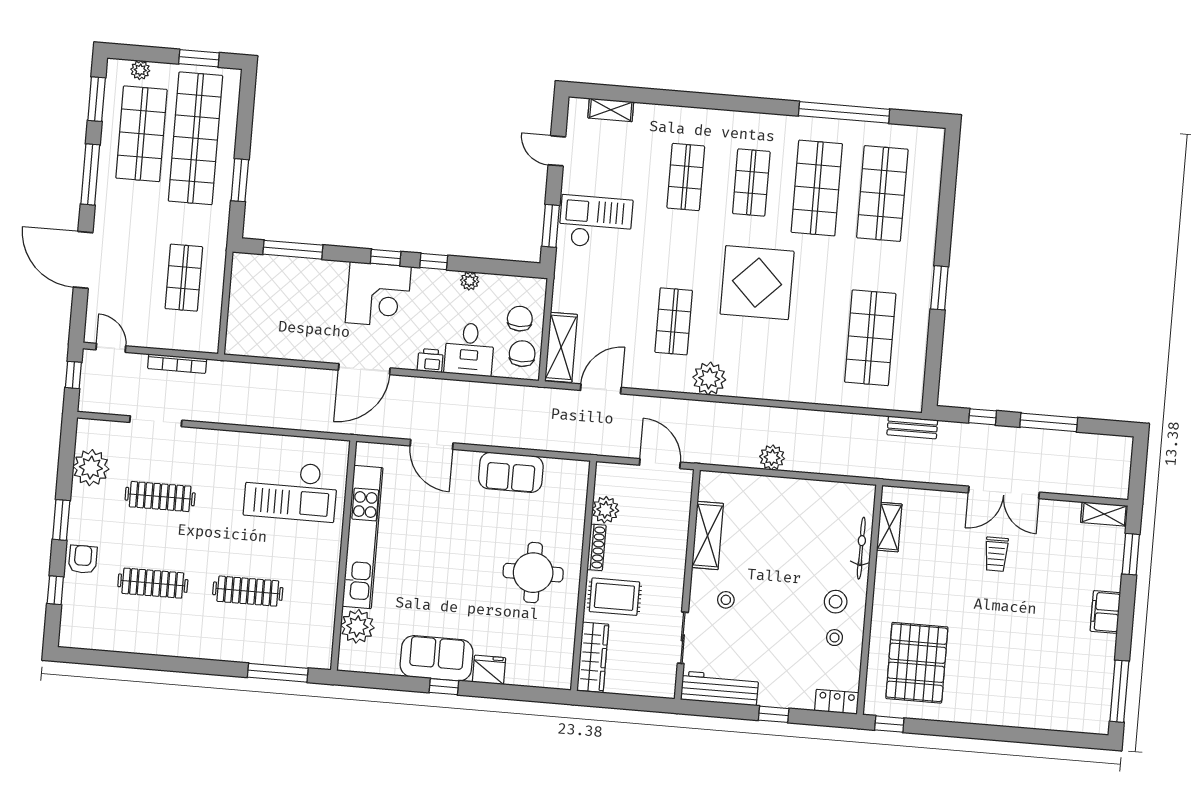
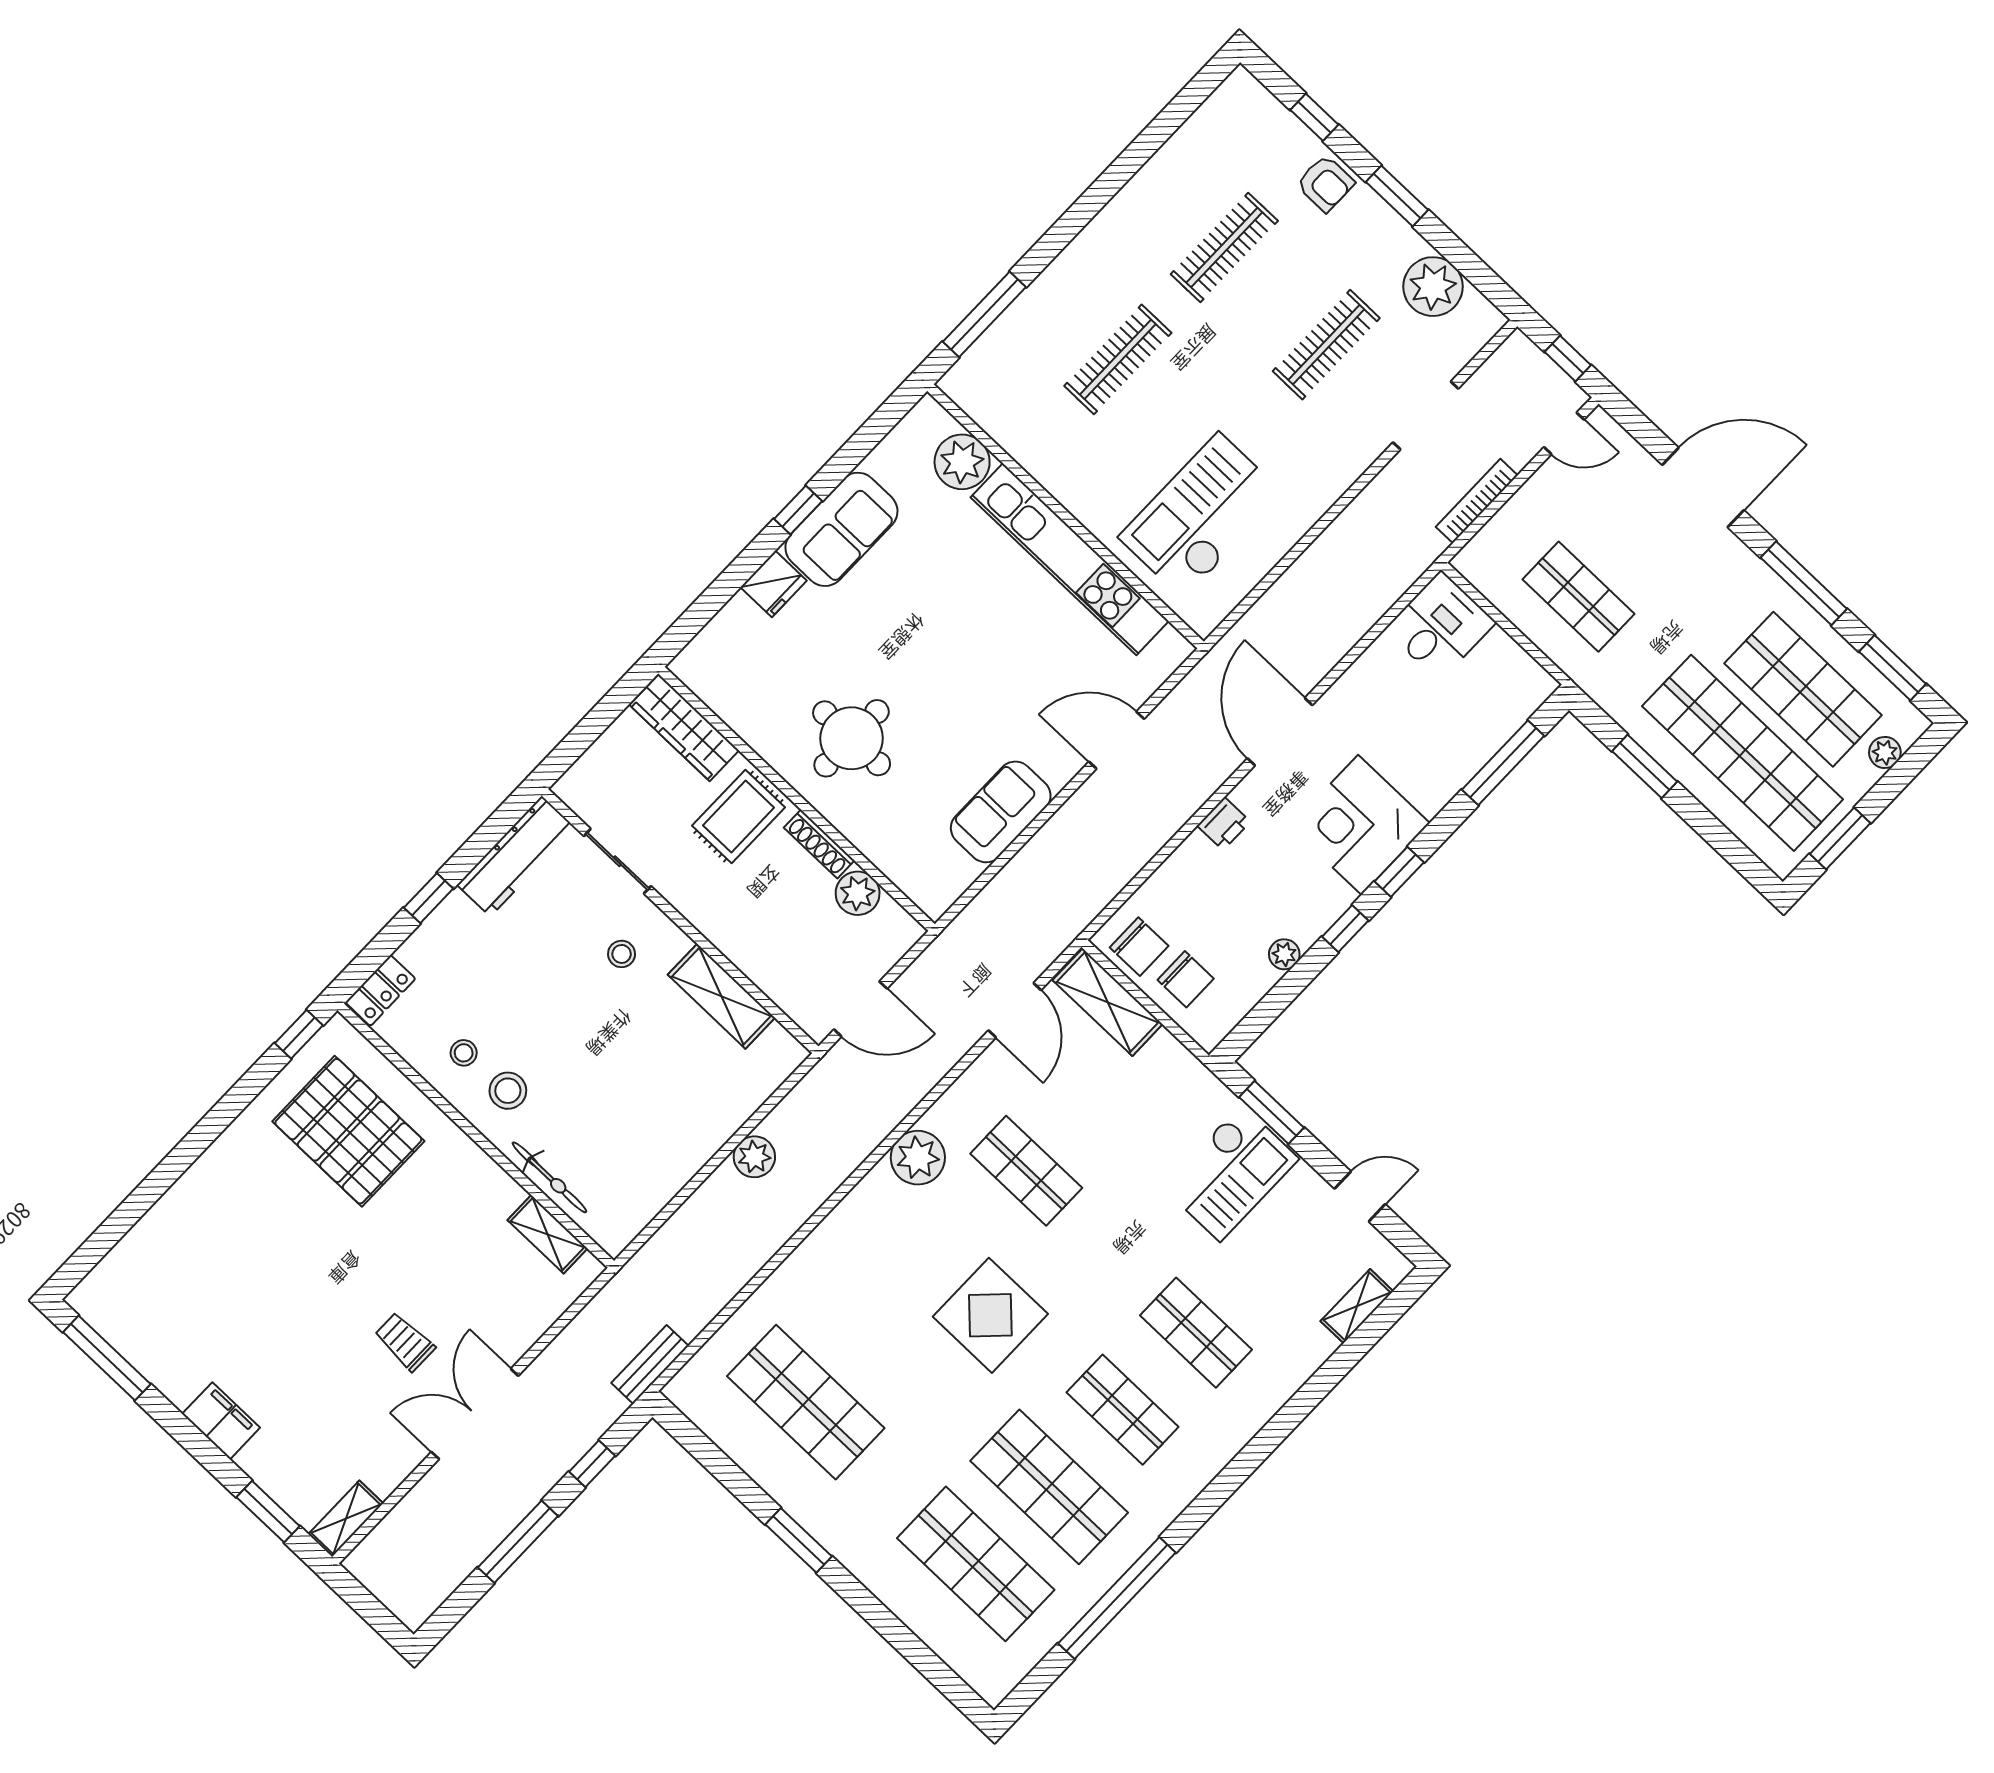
display table: (757, 283) -> (990, 1315), width x0.73, depth x0.73
desk: (469, 349) -> (1440, 626), moved, turned 90

